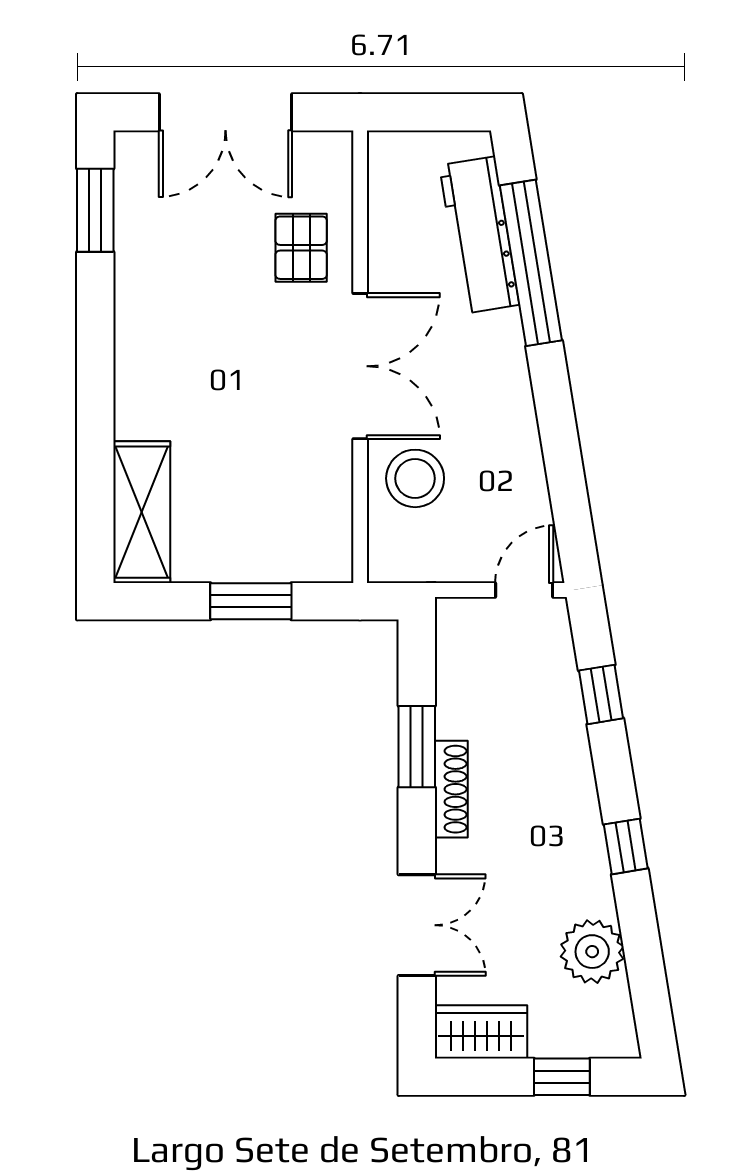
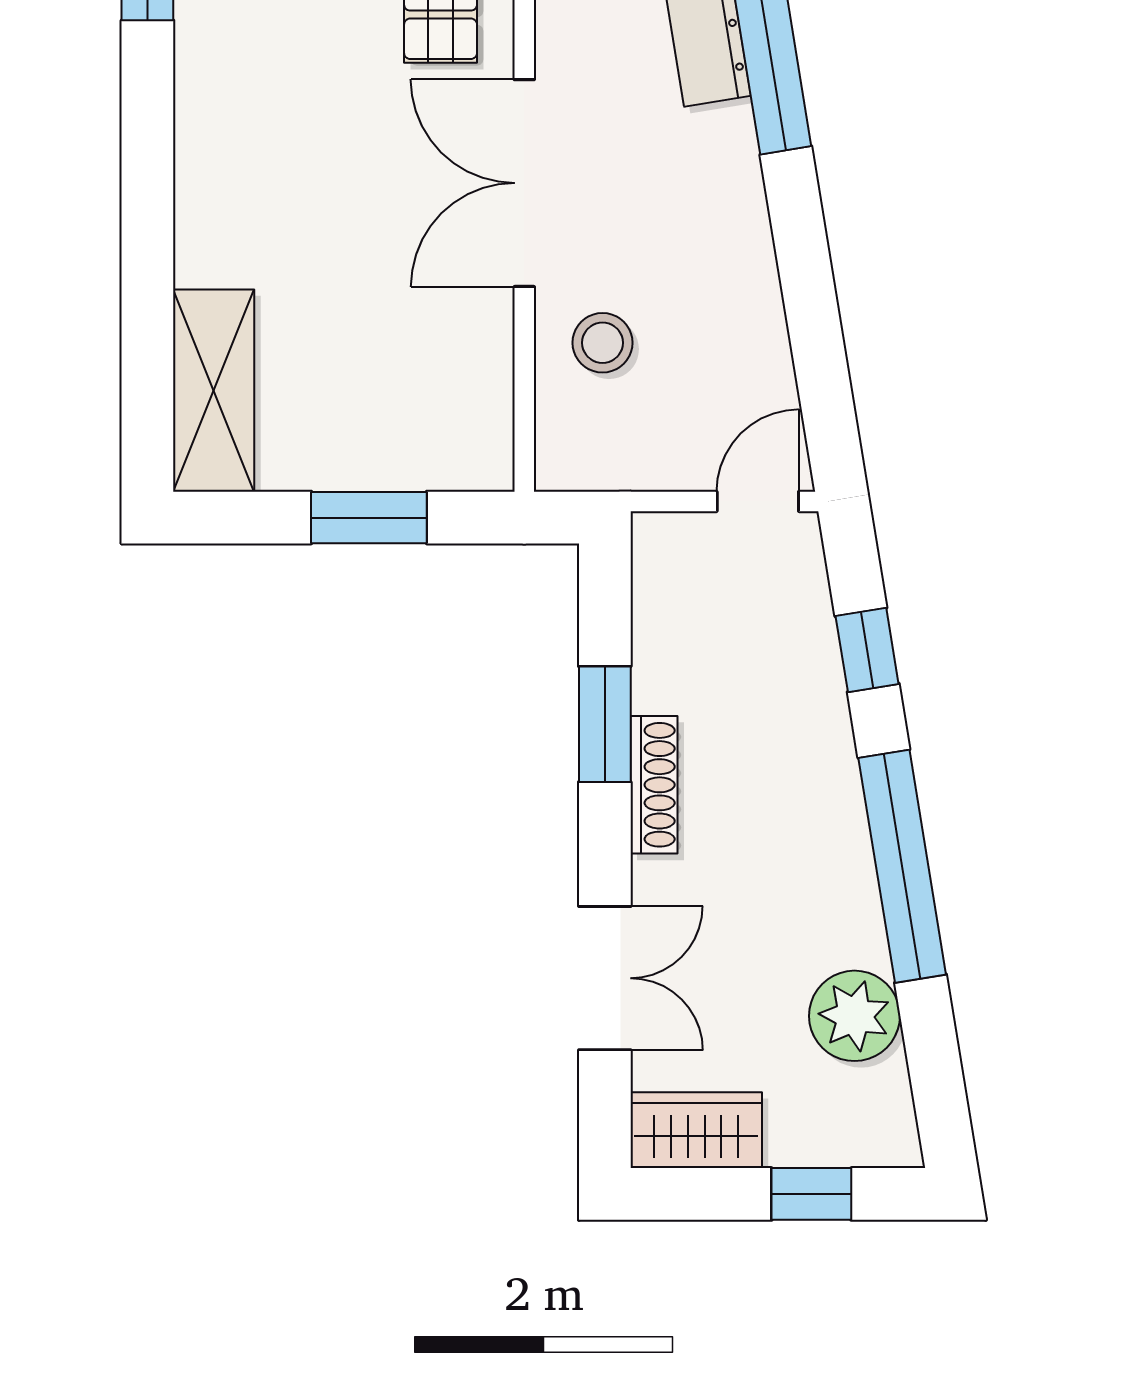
double door: (360, 366) -> (524, 183), swing flipped
stool: (415, 478) -> (603, 343), width x0.73, depth x0.73
window: (626, 846) -> (902, 866), width x3.17

